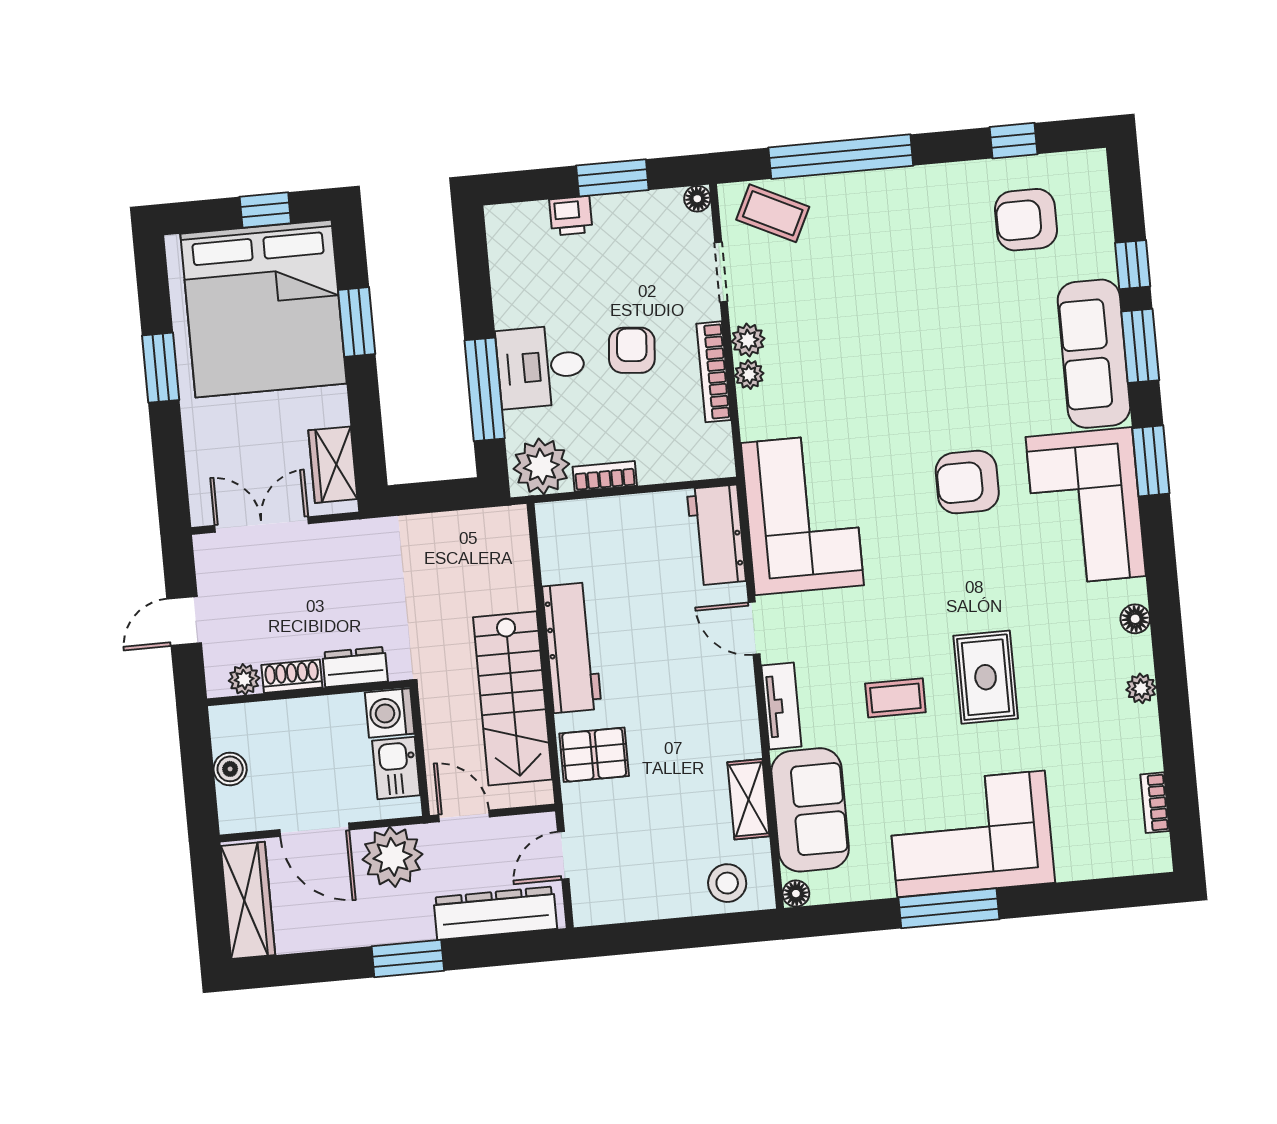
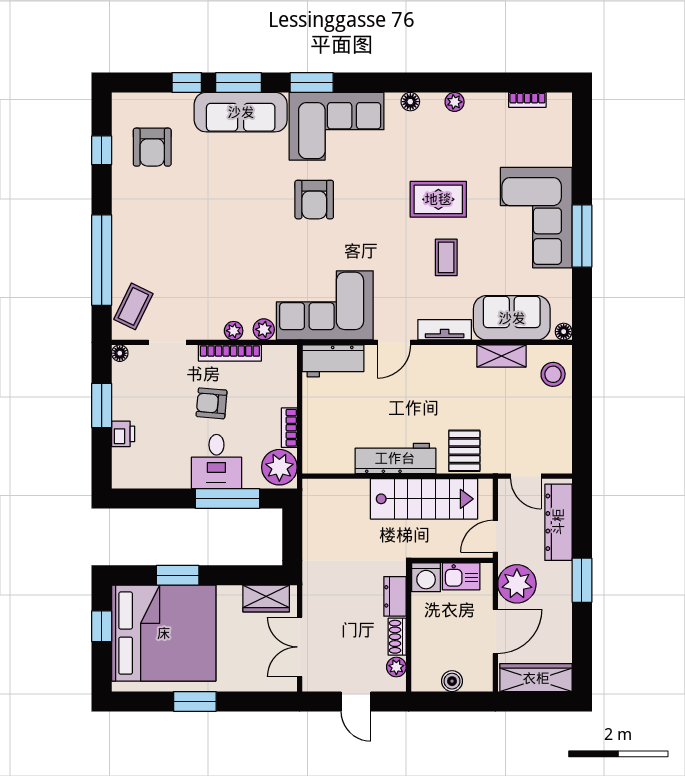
plant: (748, 340) -> (264, 329), moved

